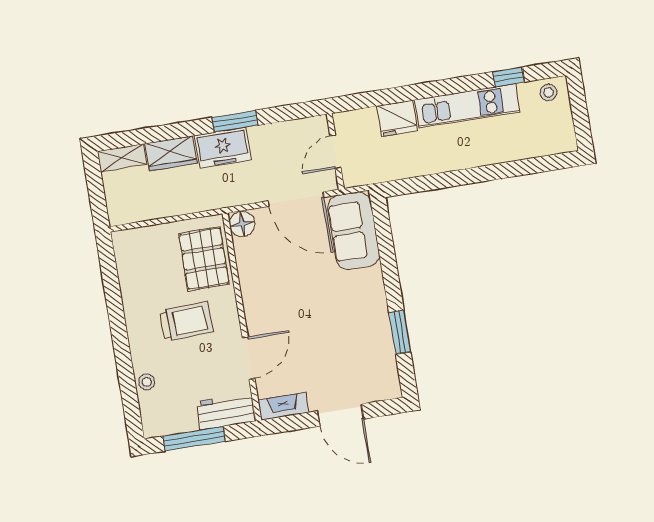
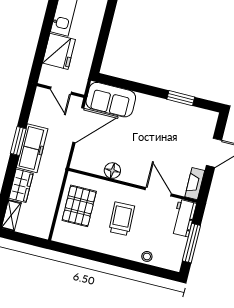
fridge: (397, 118) -> (59, 51), width x1.36, depth x1.34
freezer: (223, 148) -> (32, 148), width x1.40
floor lamp: (242, 224) -> (112, 171), moved
pallet: (204, 259) -> (79, 206), moved, turned 90

